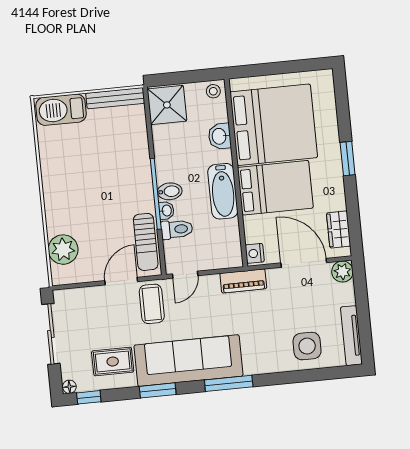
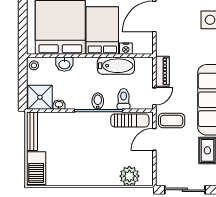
bathtub: (223, 191) -> (116, 66), moved
washbasin: (166, 211) -> (59, 105), moved
nightstand: (255, 253) -> (126, 49), moved
door: (185, 275) -> (154, 96), hinge flipped
door: (121, 281) -> (154, 139), hinge flipped
piano: (243, 281) -> (162, 71), moved

